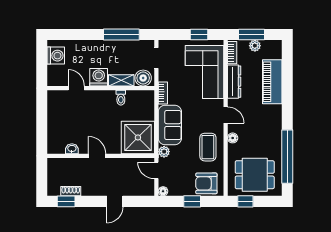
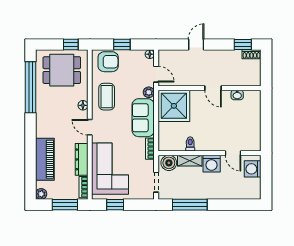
plant: (255, 46) -> (41, 194), moved
washing machine: (56, 56) -> (253, 169), moved
shoe rack: (71, 191) -> (252, 54), moved

